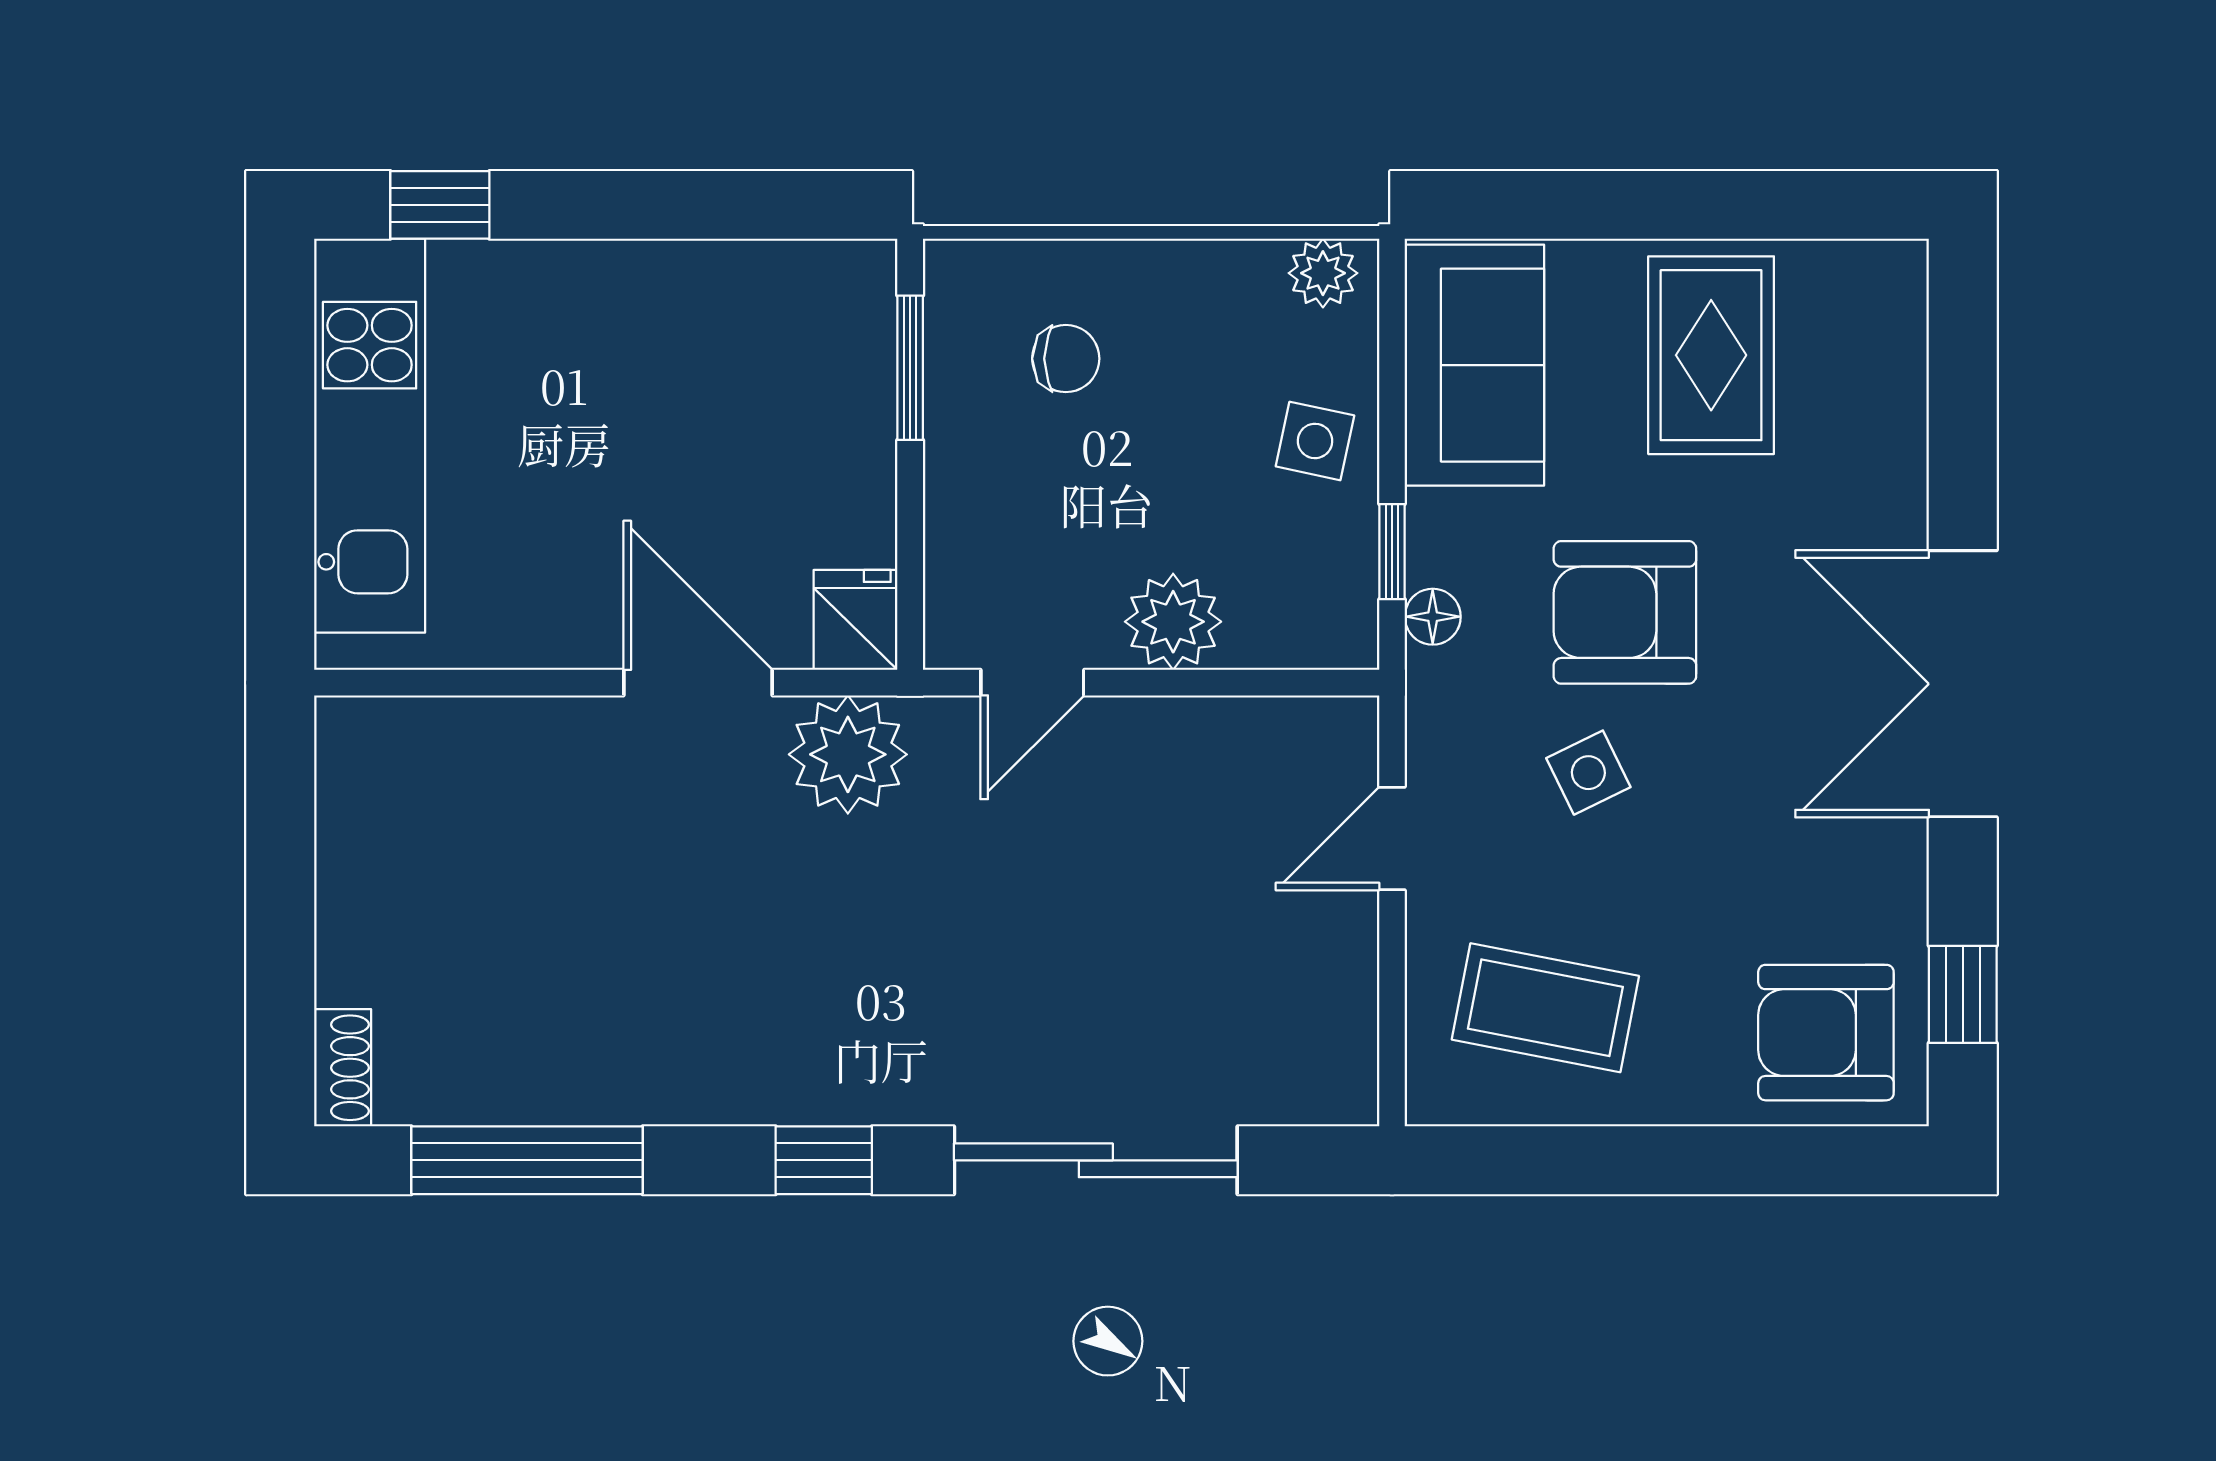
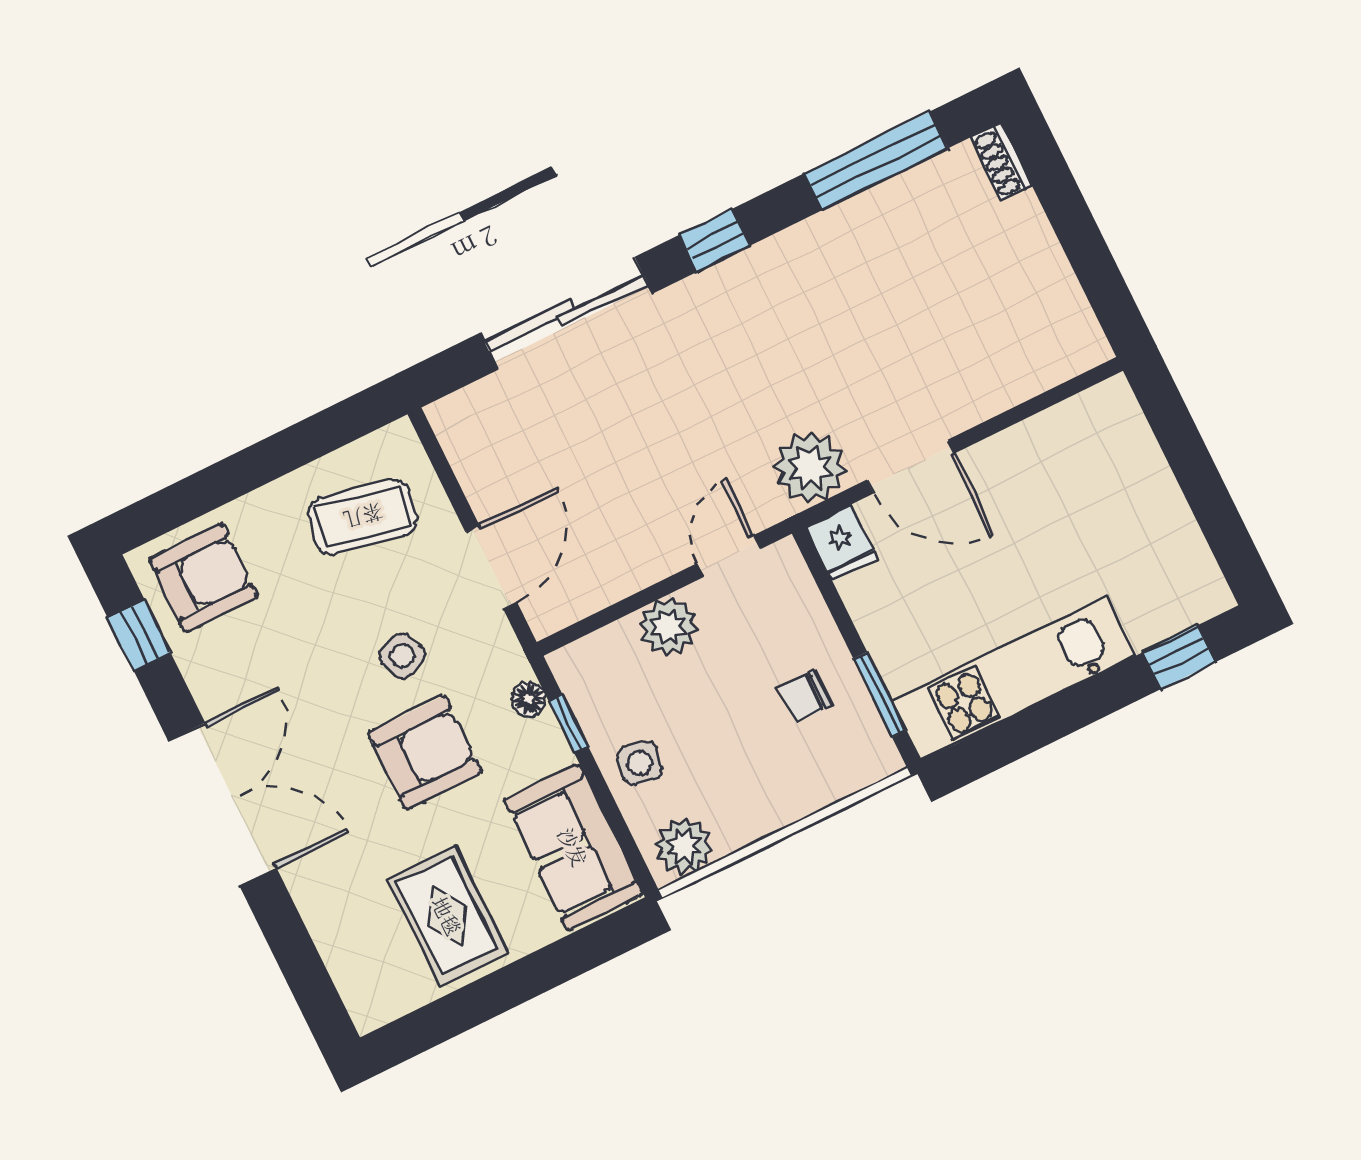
plant: (1323, 273) -> (684, 846), width x1.38, depth x1.38
chair: (1066, 359) -> (805, 696), moved
kitchen unit: (370, 436) -> (1013, 678), moved, turned 90
door: (1392, 838) -> (491, 568), width x1.38

